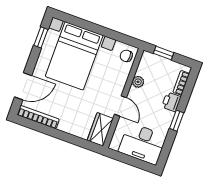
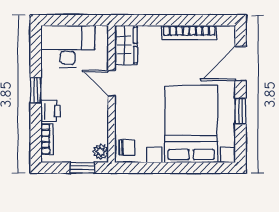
window: (41, 37) -> (241, 111), moved
plant: (138, 82) -> (101, 152), moved
bookcase: (38, 117) -> (189, 32), moved

